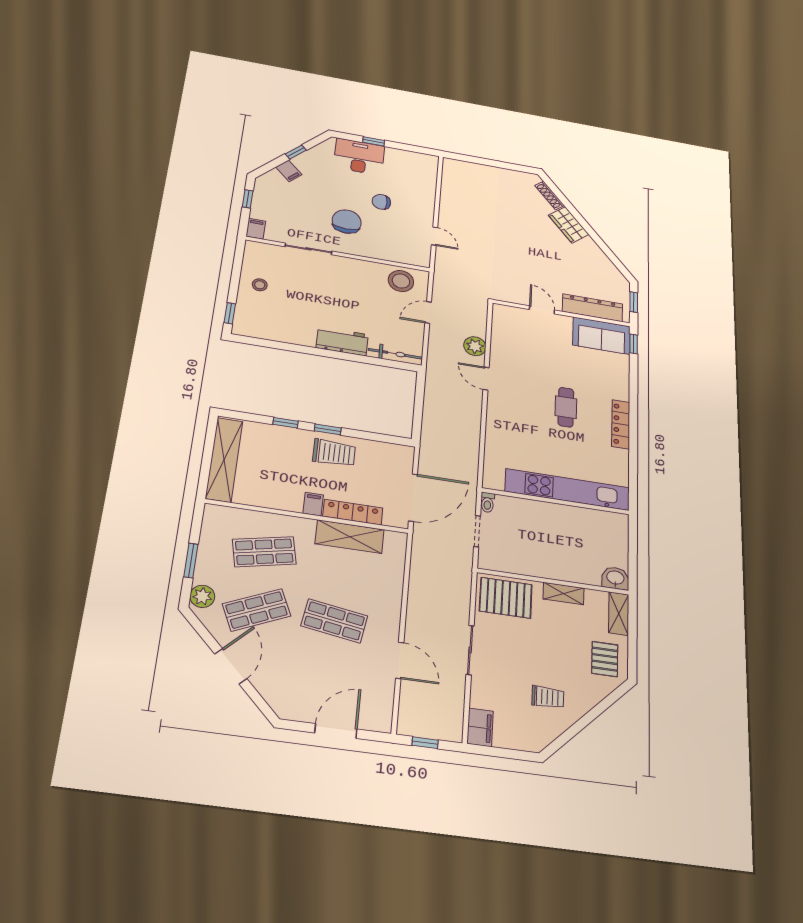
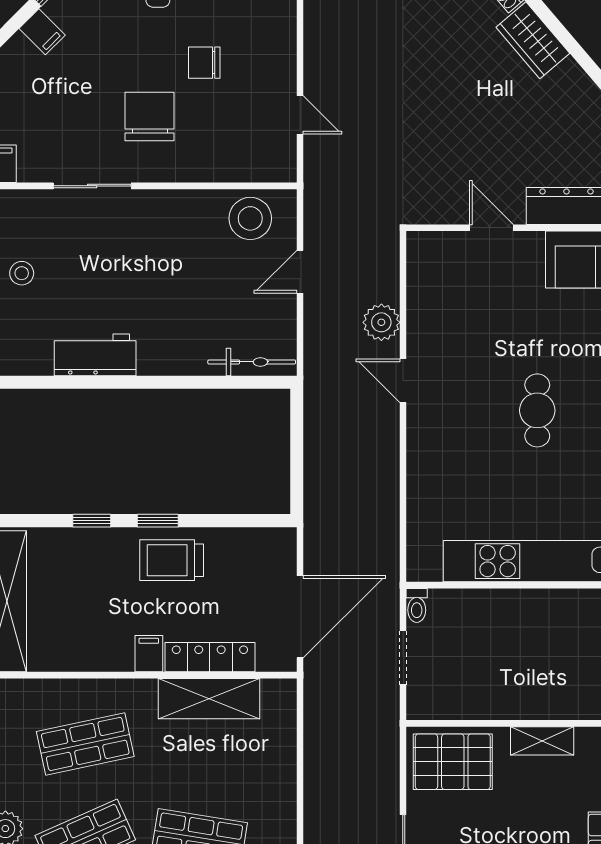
workbench: (342, 341) -> (95, 355), moved
trolley: (334, 453) -> (172, 560), turned 180

